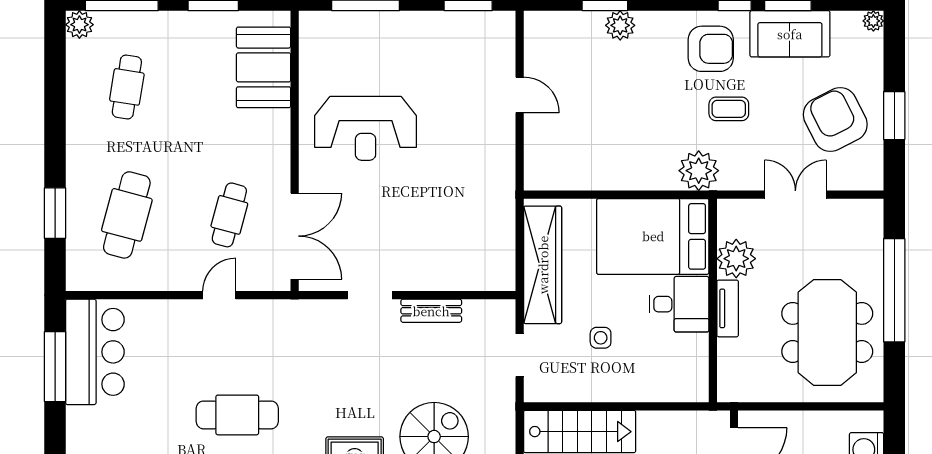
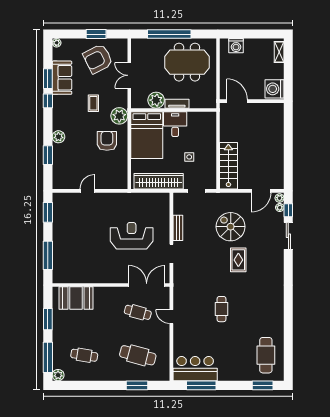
plant: (620, 25) -> (58, 137), moved
armchair: (711, 49) -> (107, 141), moved
reception desk: (366, 128) -> (132, 236), moved, turned -90
cafe table: (237, 415) -> (222, 309), width x0.73, depth x0.74

